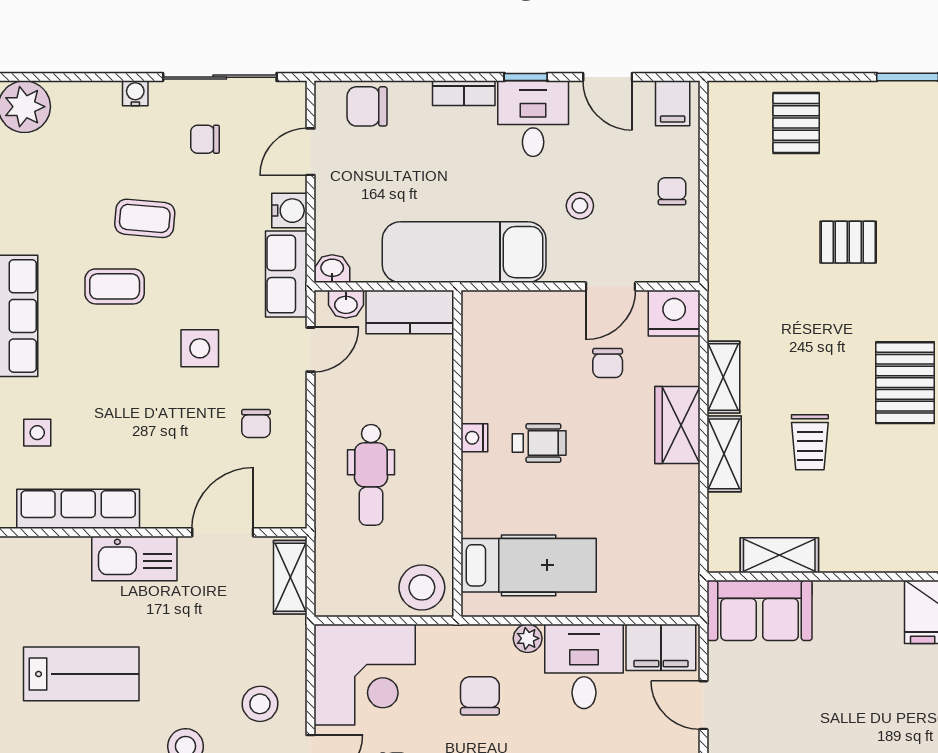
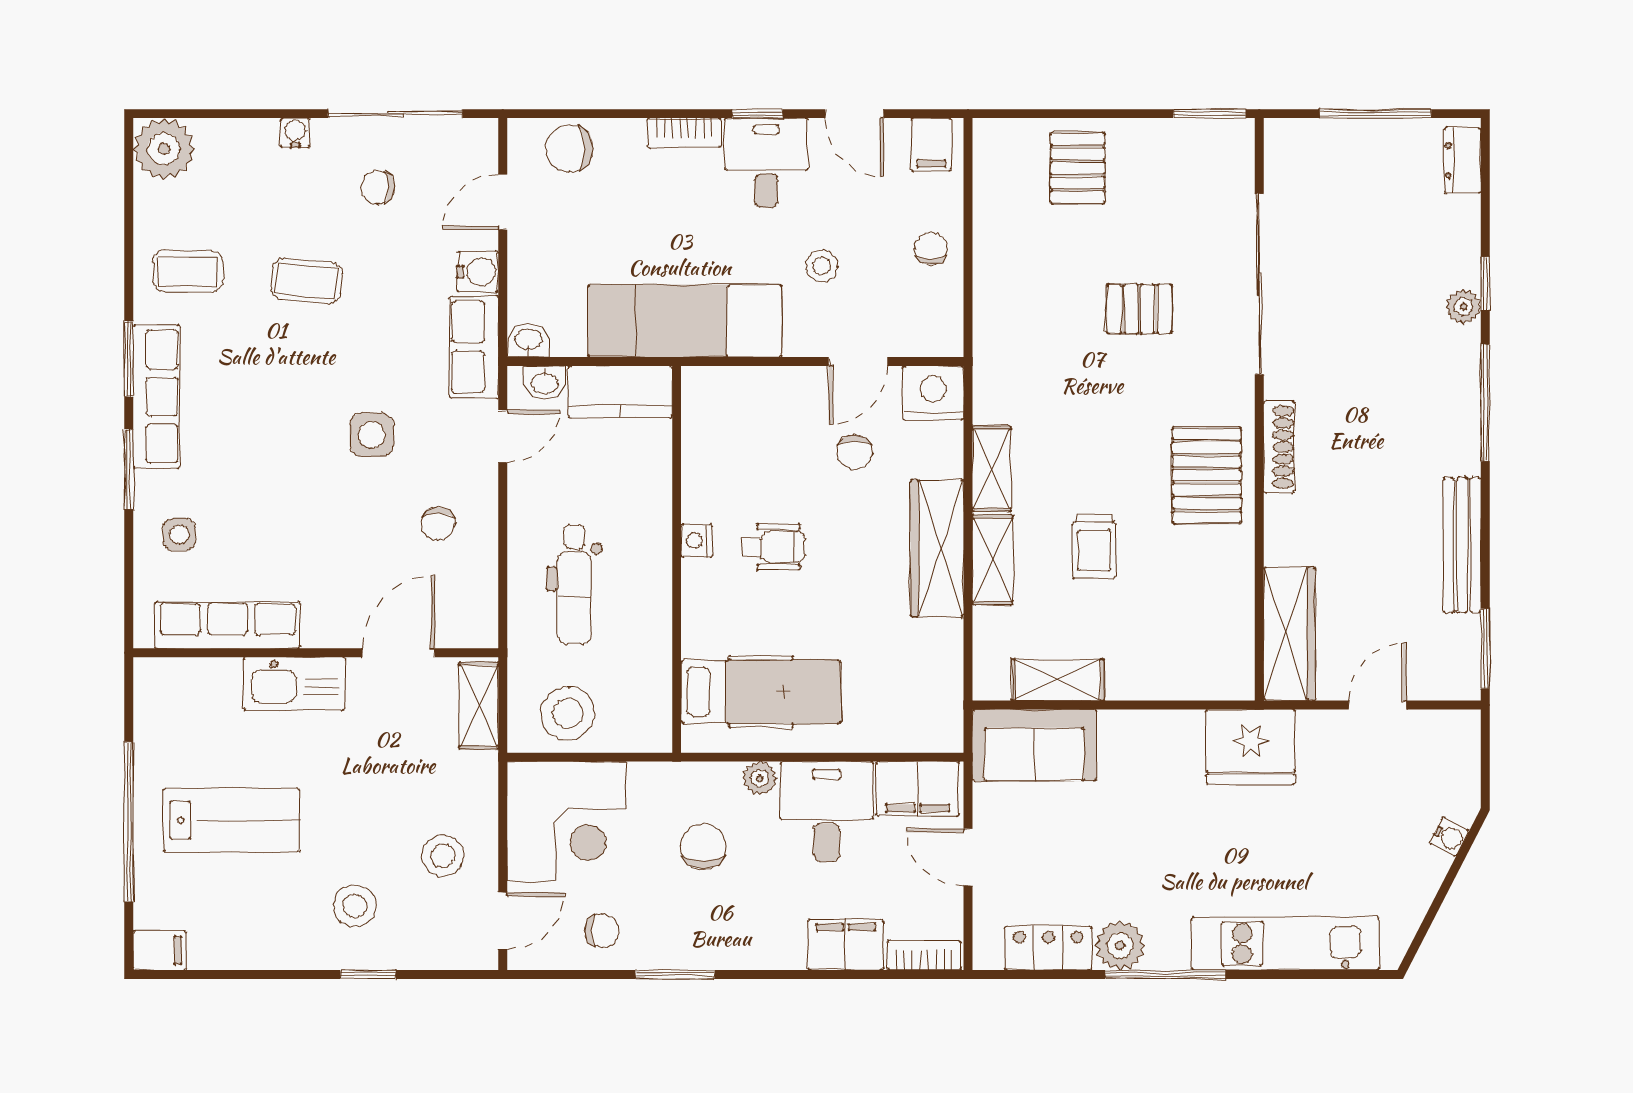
coffee table: (115, 286) -> (188, 271), moved
wardrobe: (677, 425) -> (937, 548), width x1.50
stool: (422, 587) -> (568, 713), moved

